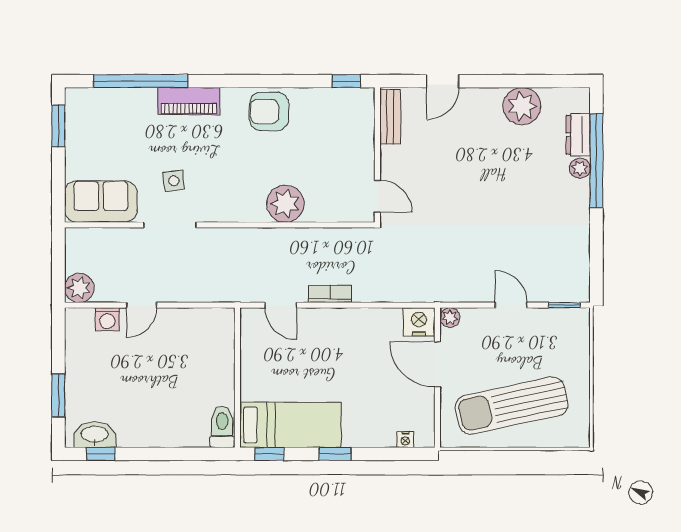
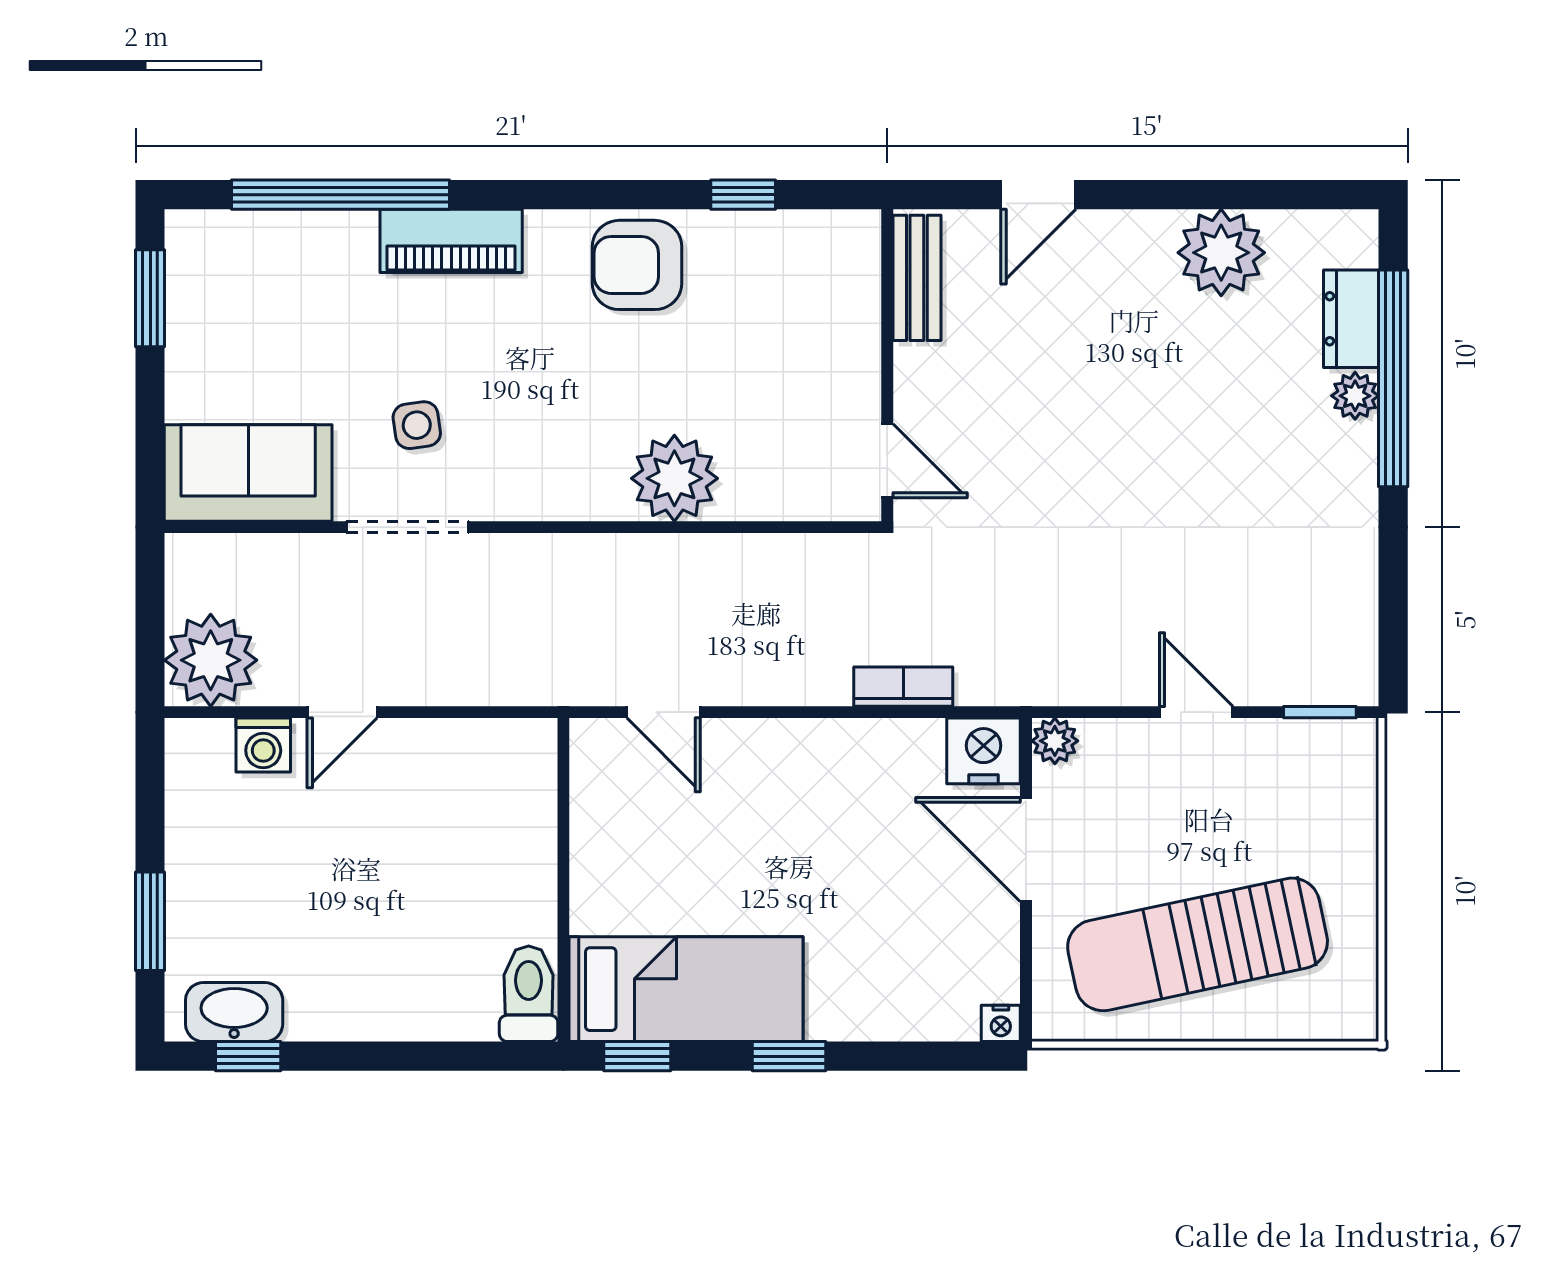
window: (346, 81) -> (743, 195), moved
plant: (79, 288) -> (211, 660), width x1.36, depth x1.36
bookcase: (330, 294) -> (903, 687), moved
nightstand: (405, 440) -> (1001, 1023), moved

